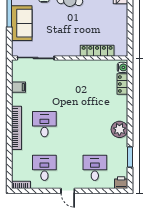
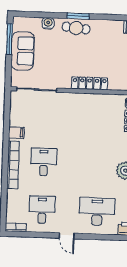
locker: (97, 51) -> (90, 83), moved
filing cabinet: (18, 87) -> (16, 133), moved
desk: (95, 168) -> (97, 212), width x1.37

